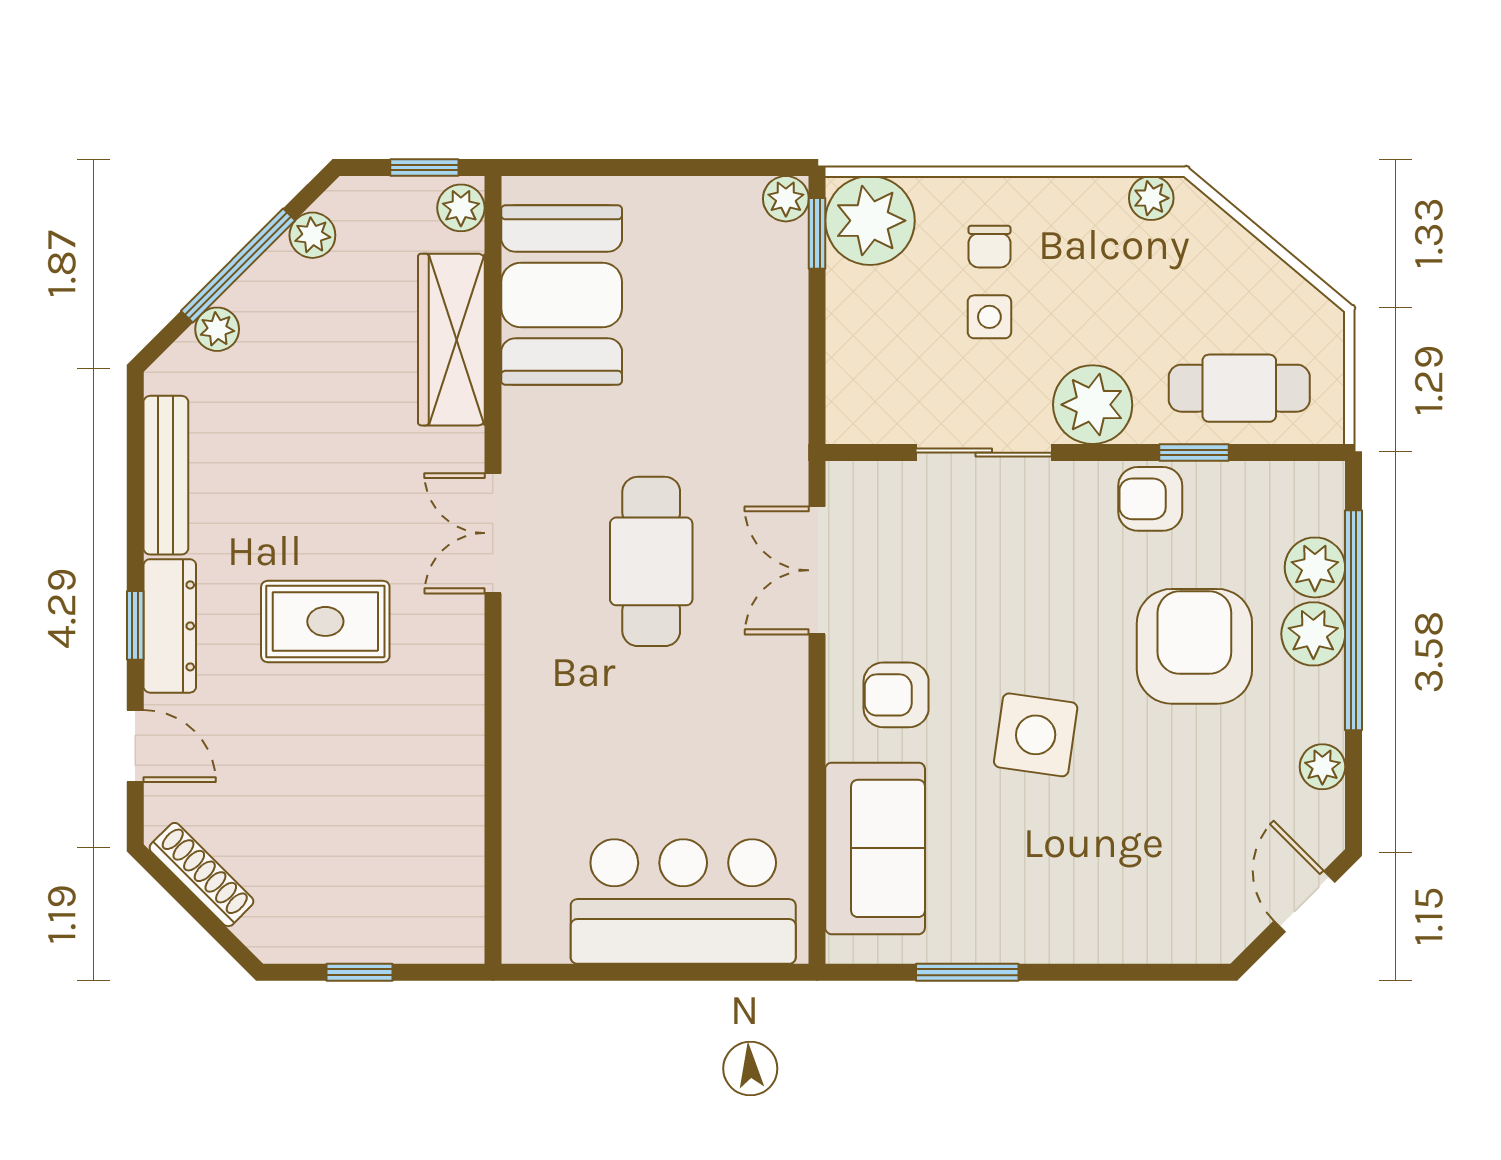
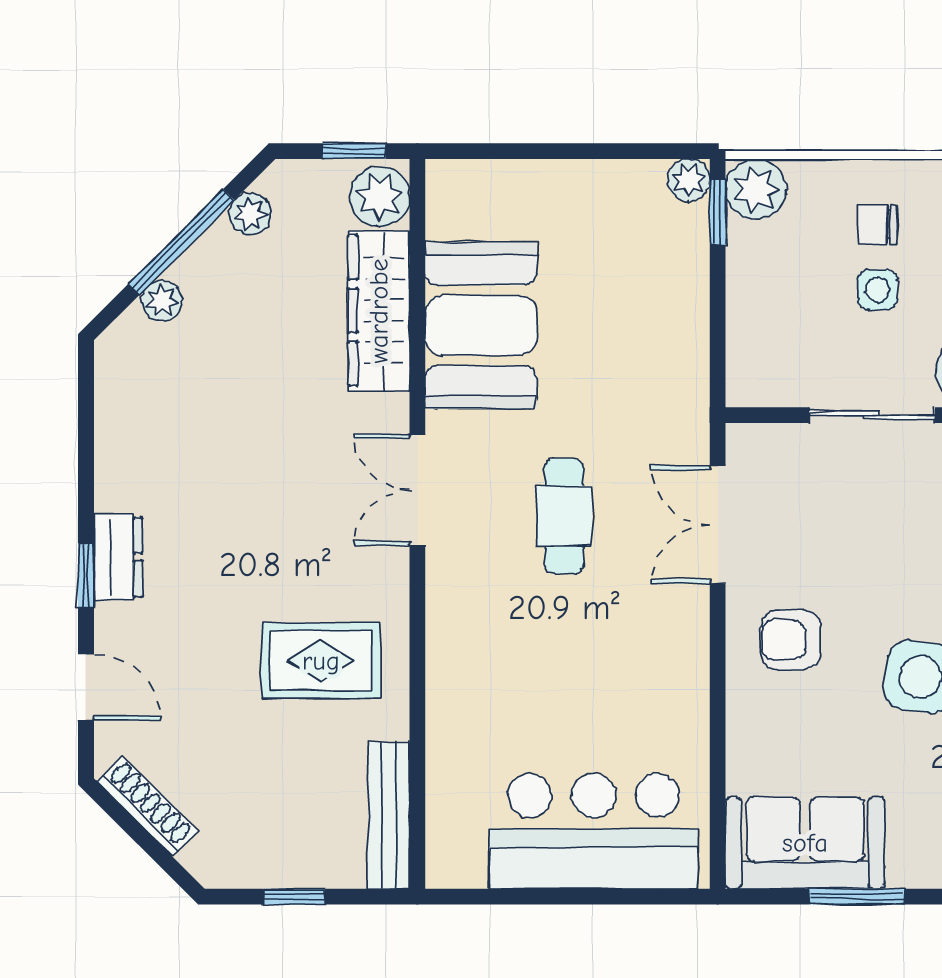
plant: (461, 208) -> (380, 197), width x1.38, depth x1.38
plant: (870, 221) -> (756, 189), width x0.73, depth x0.73
chair: (989, 247) -> (877, 224), turned 90
booth: (562, 295) -> (481, 325), moved
bench: (166, 475) -> (389, 815), moved
cafe table: (651, 561) -> (564, 516), width x0.73, depth x0.74
rug: (325, 621) -> (321, 661), moved
dresser: (170, 626) -> (118, 557), width x0.70
sofa: (875, 848) -> (805, 843), moved, turned -90

